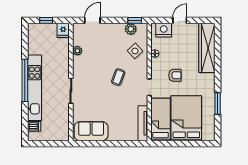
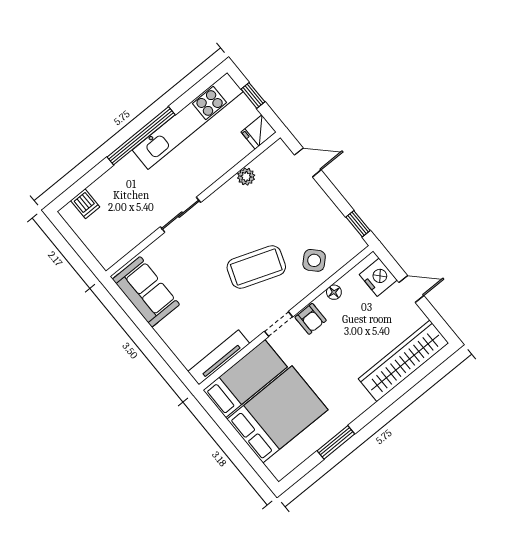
plant: (131, 29) -> (341, 228), removed
armchair: (175, 75) -> (311, 319), moved
coffee table: (118, 77) -> (256, 267), width x1.86, depth x1.72
kitchen unit: (35, 88) -> (188, 121), moved

